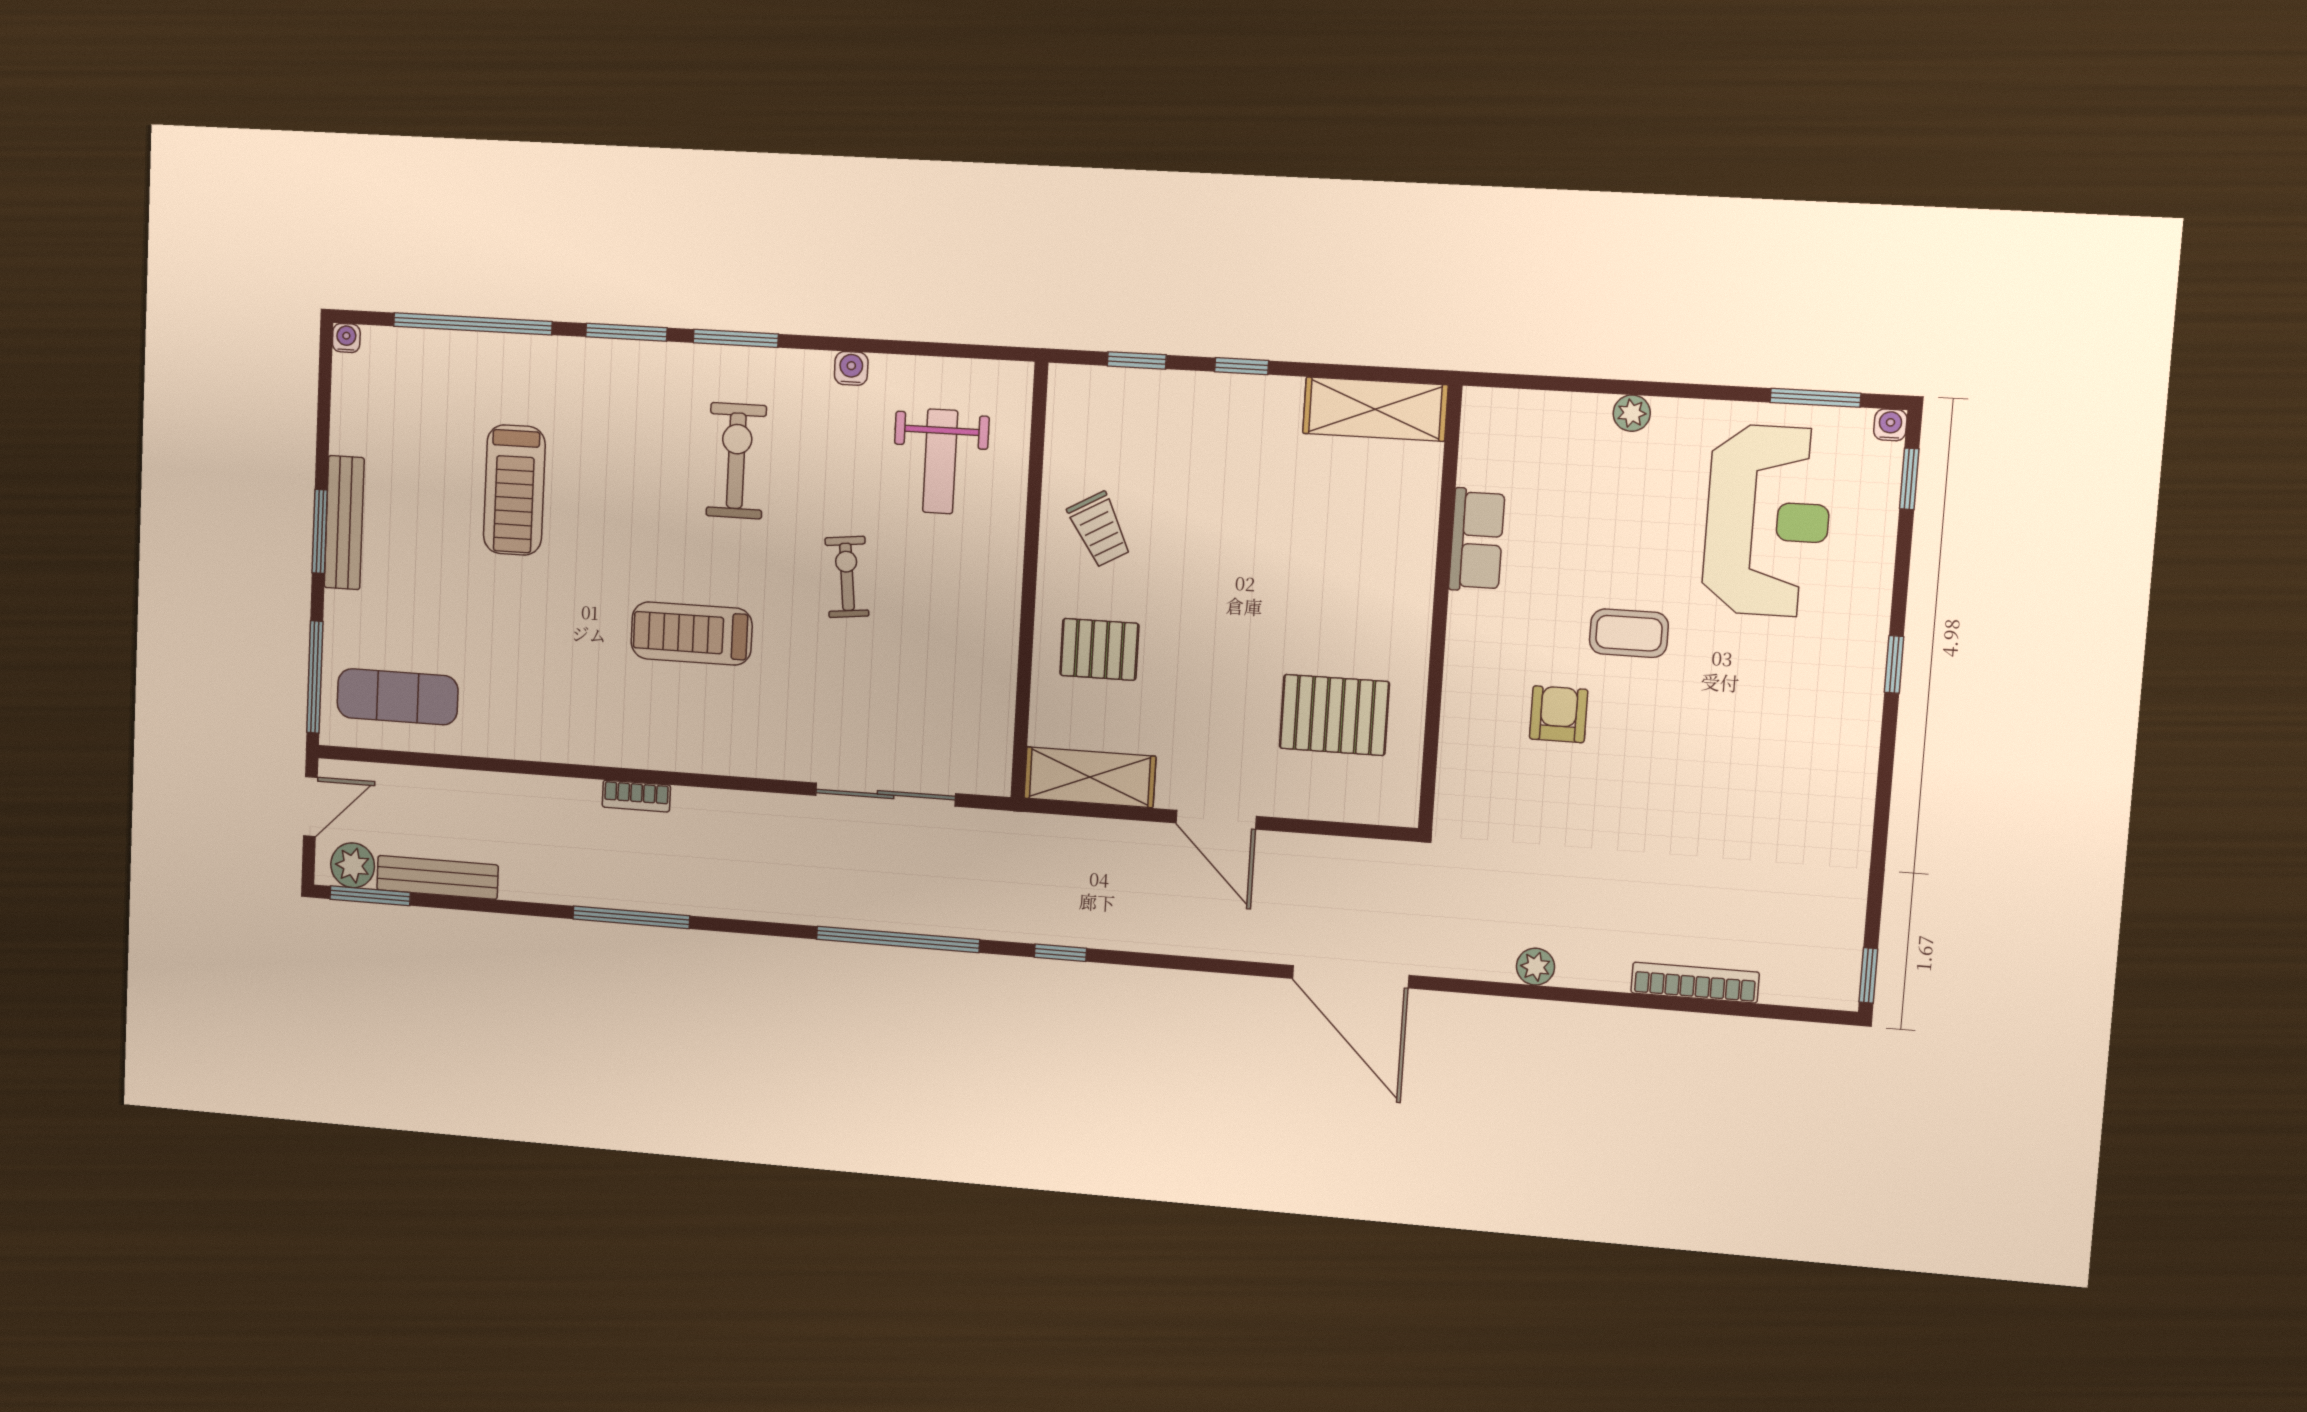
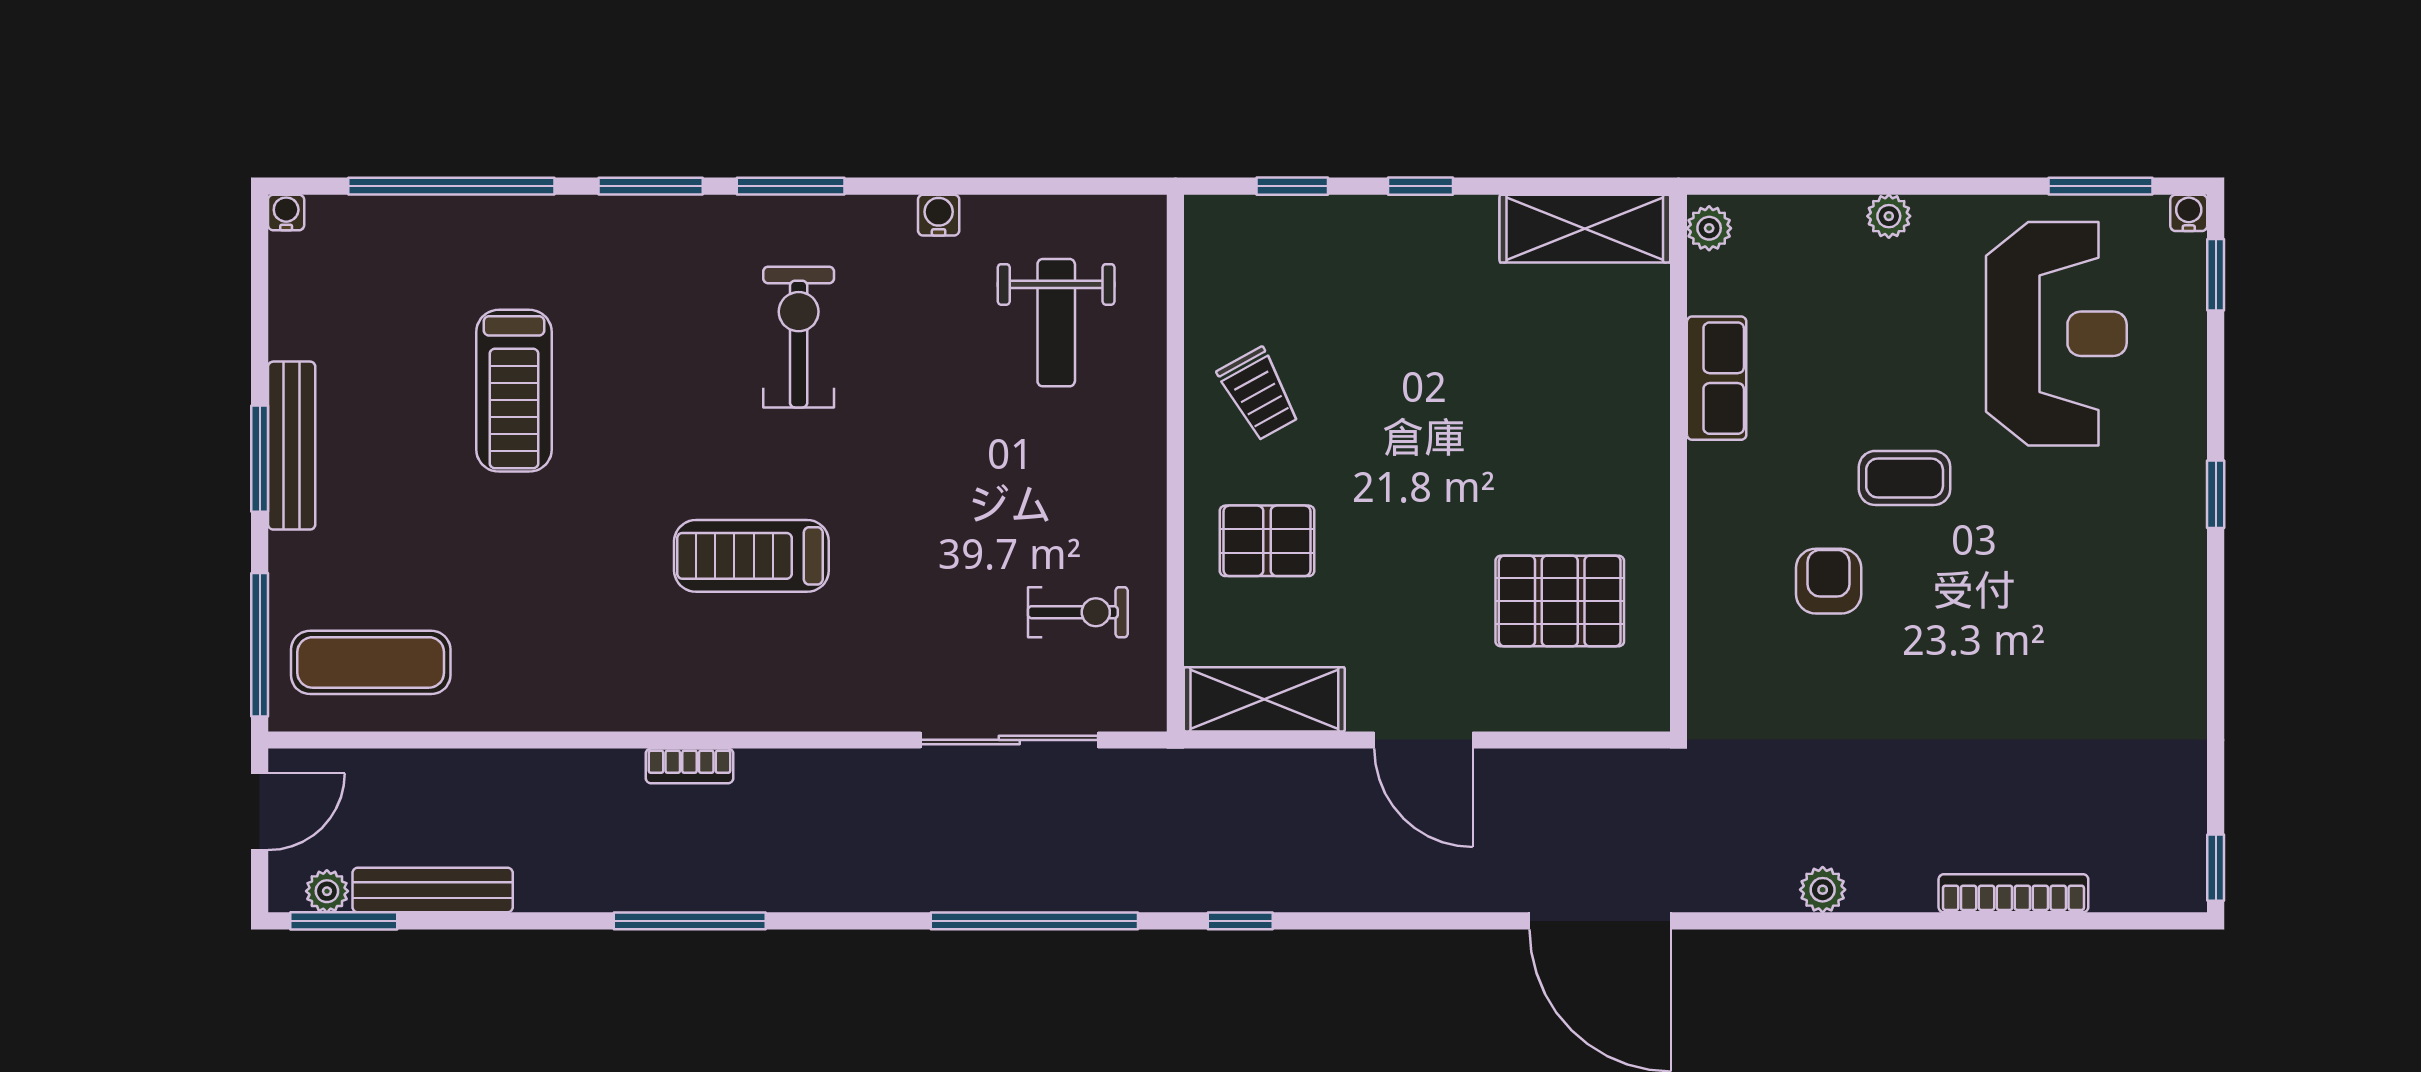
plant: (1479, 415) -> (1709, 228), added
exercise bike: (847, 577) -> (1078, 612), moved, turned 96
plant: (353, 865) -> (327, 891), width x0.73, depth x0.73

